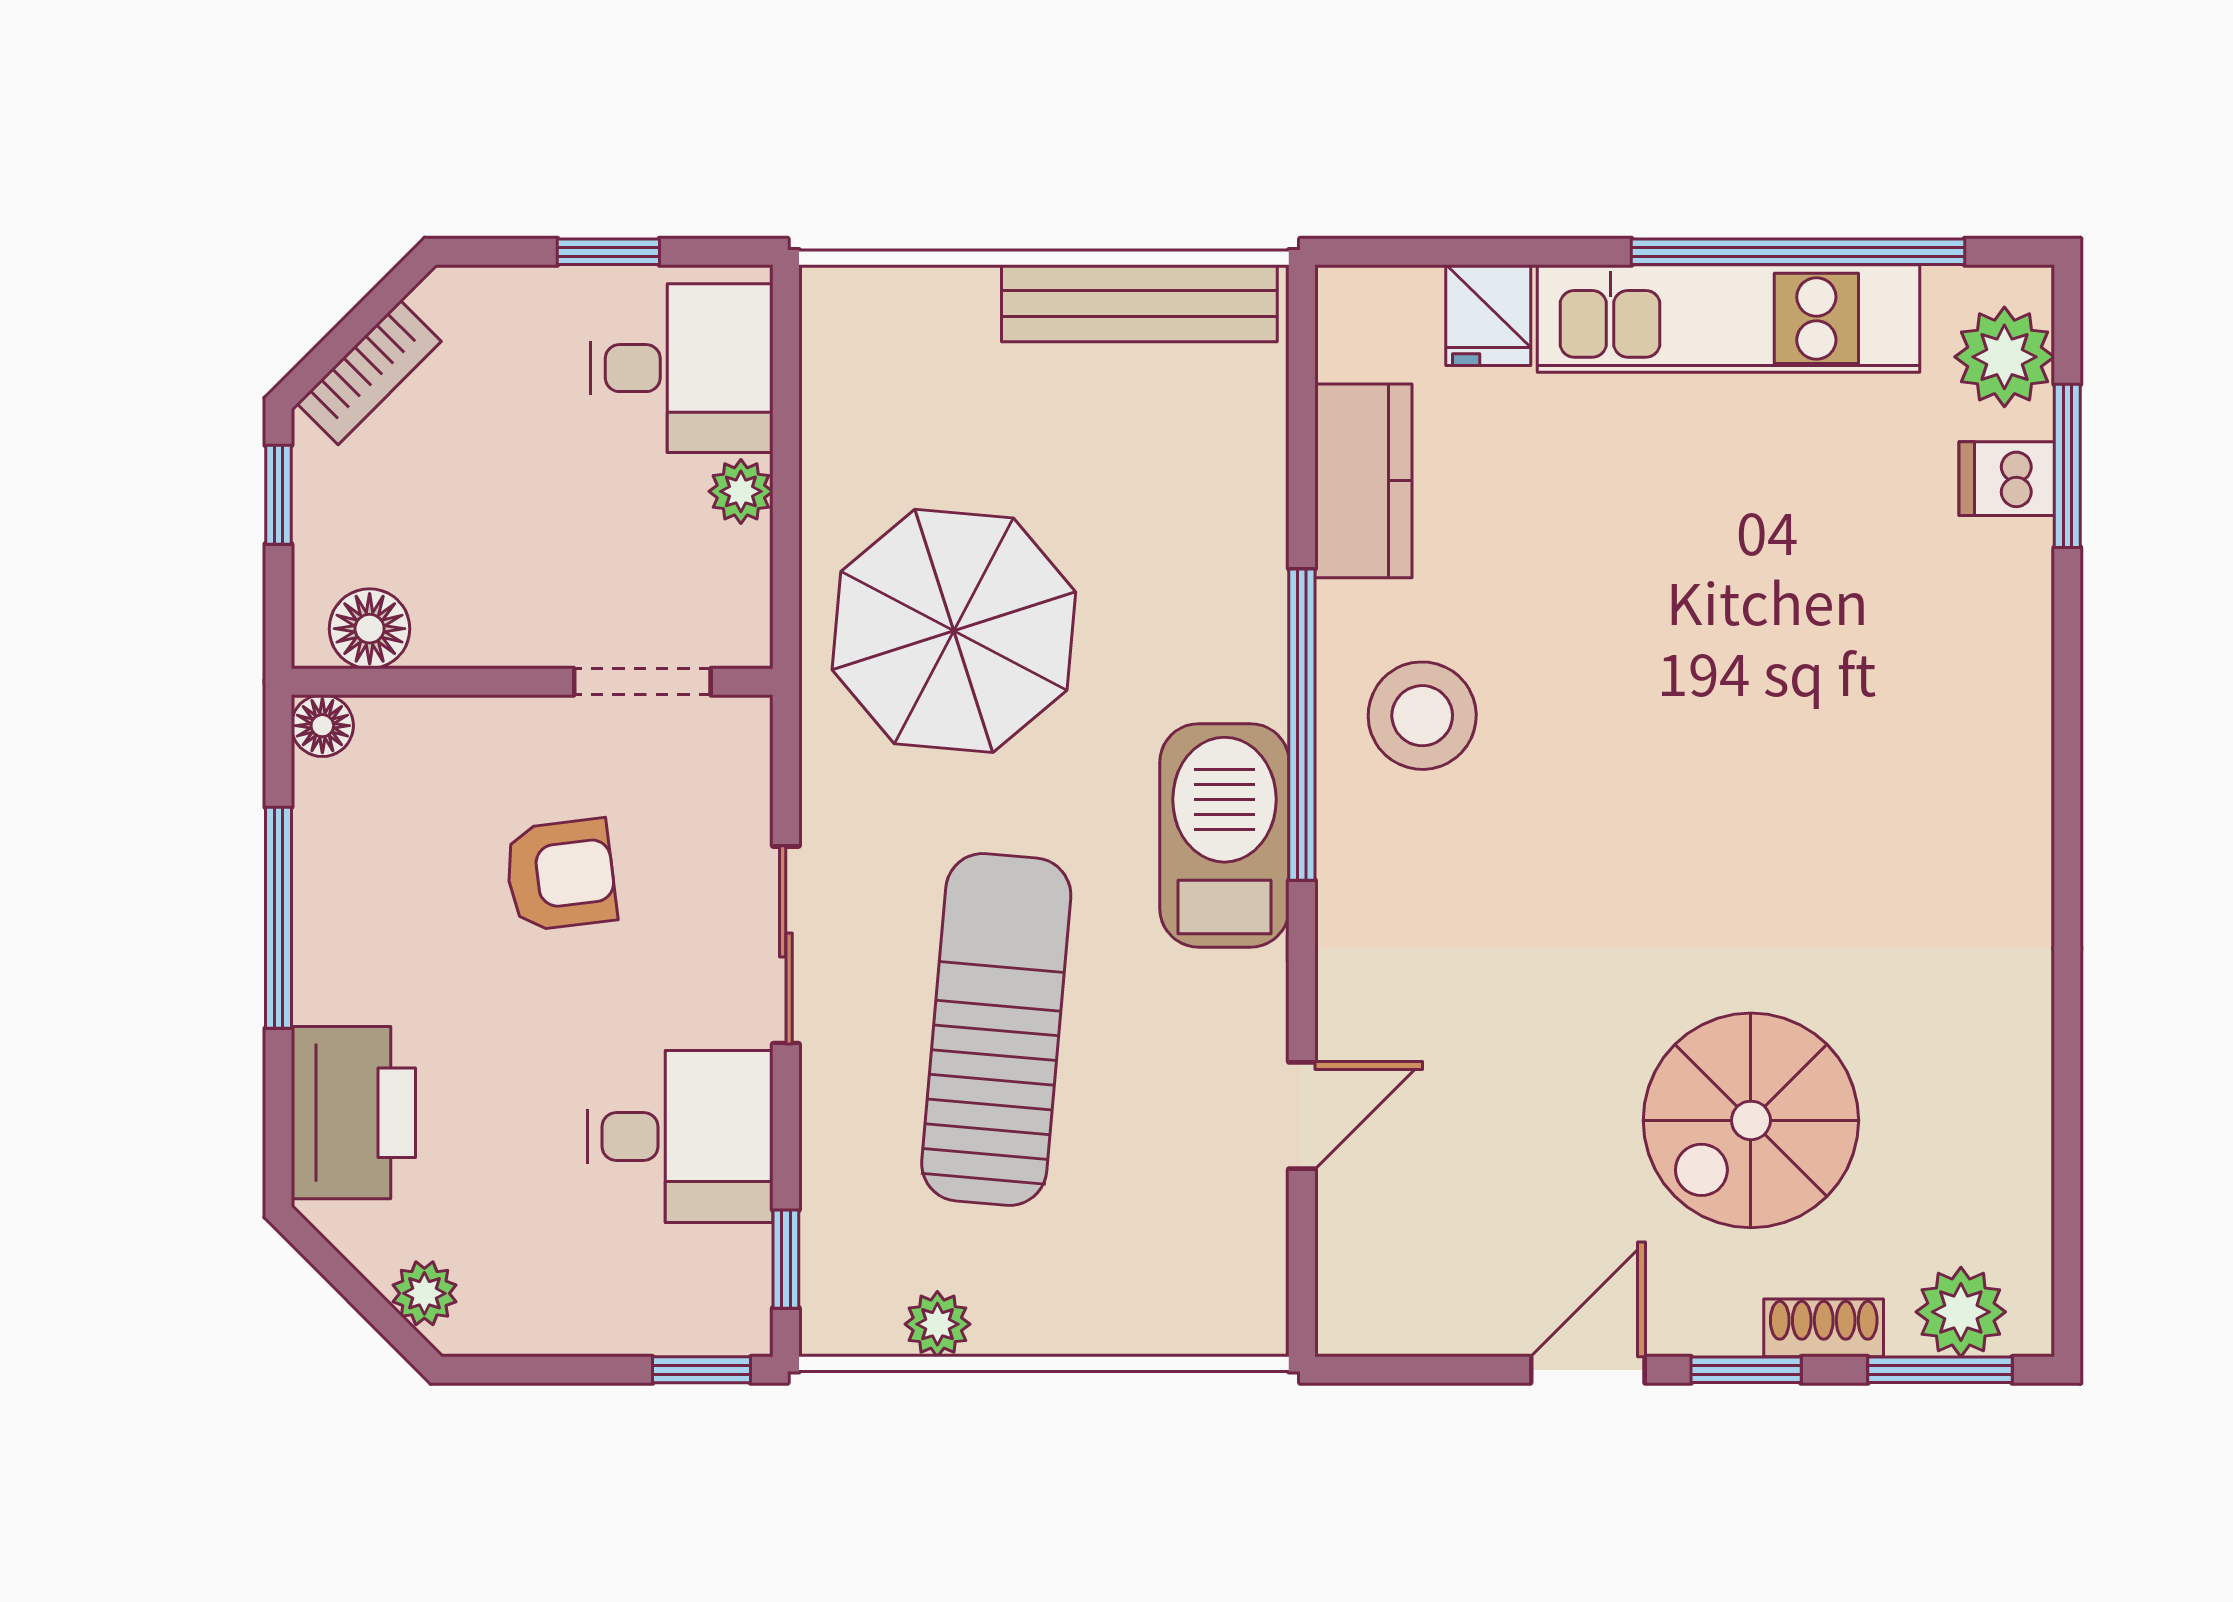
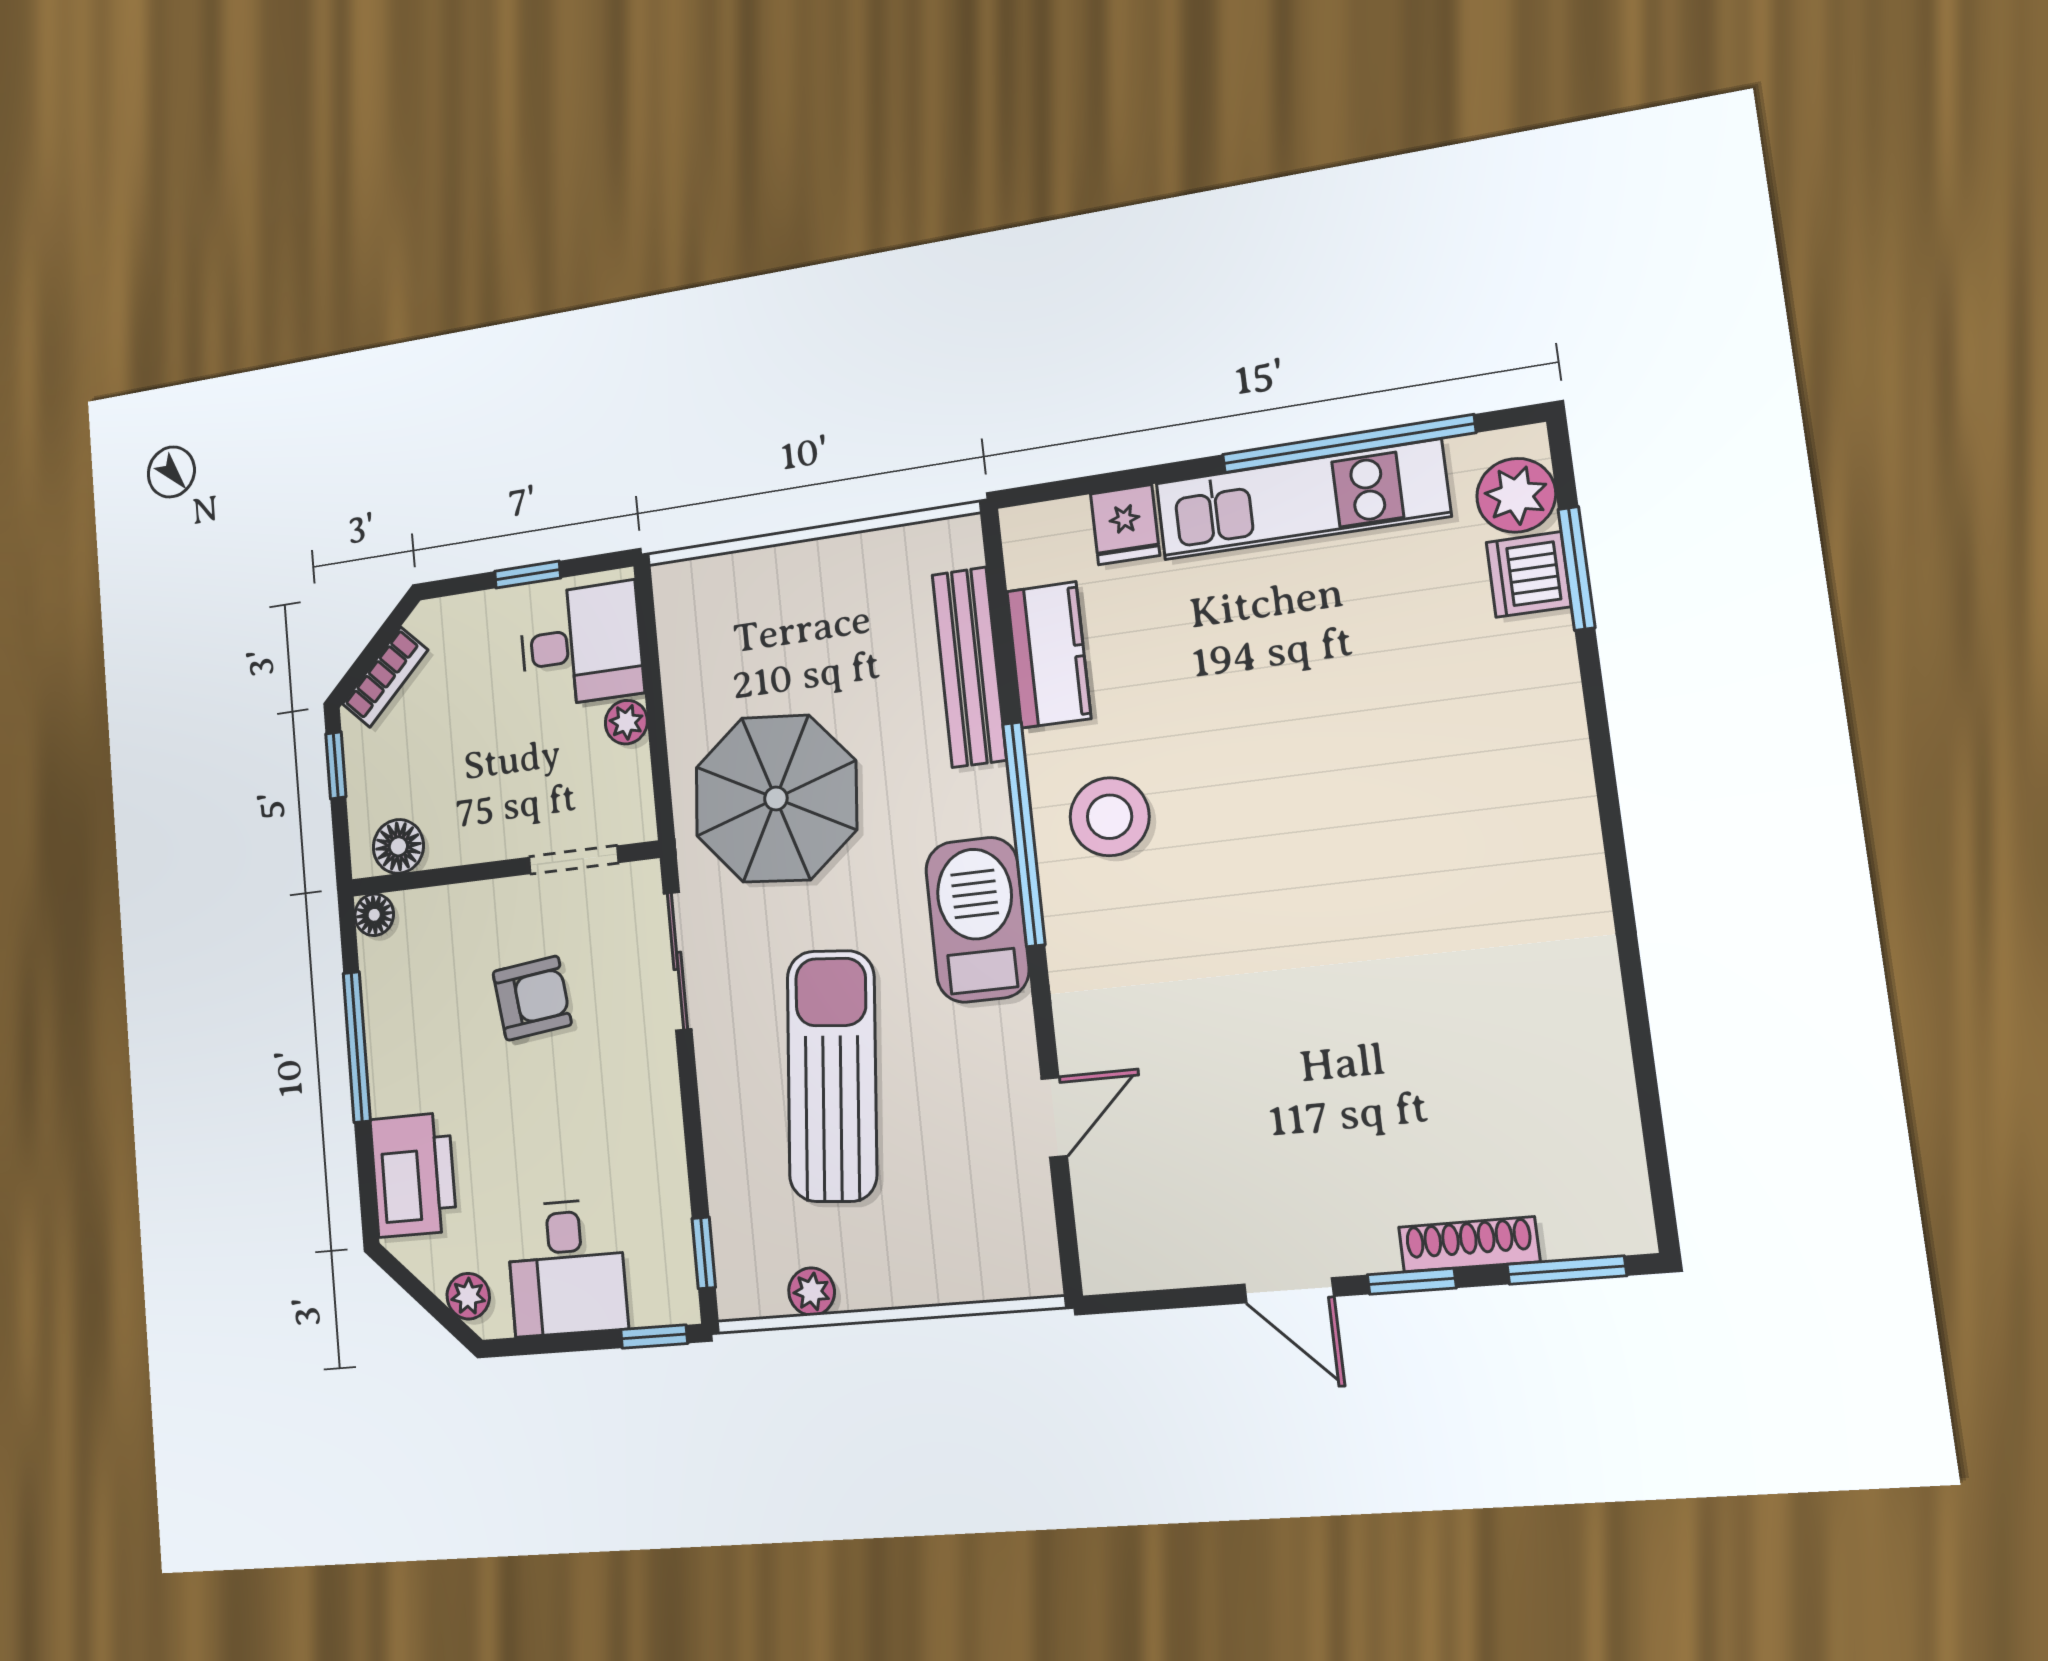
bench: (1139, 303) -> (969, 667), moved, turned 90
dishwasher: (2007, 479) -> (1529, 574), width x1.38
sliding door: (786, 945) -> (677, 961), moved
spiral stairs: (1751, 1120) -> (1392, 1090), removed
desk: (680, 1137) -> (567, 1268), moved, turned 90
plant: (1961, 1312) -> (1578, 1223), removed
shoe rack: (1824, 1328) -> (1469, 1244), width x1.43
door: (1588, 1370) -> (1289, 1290), swing flipped

